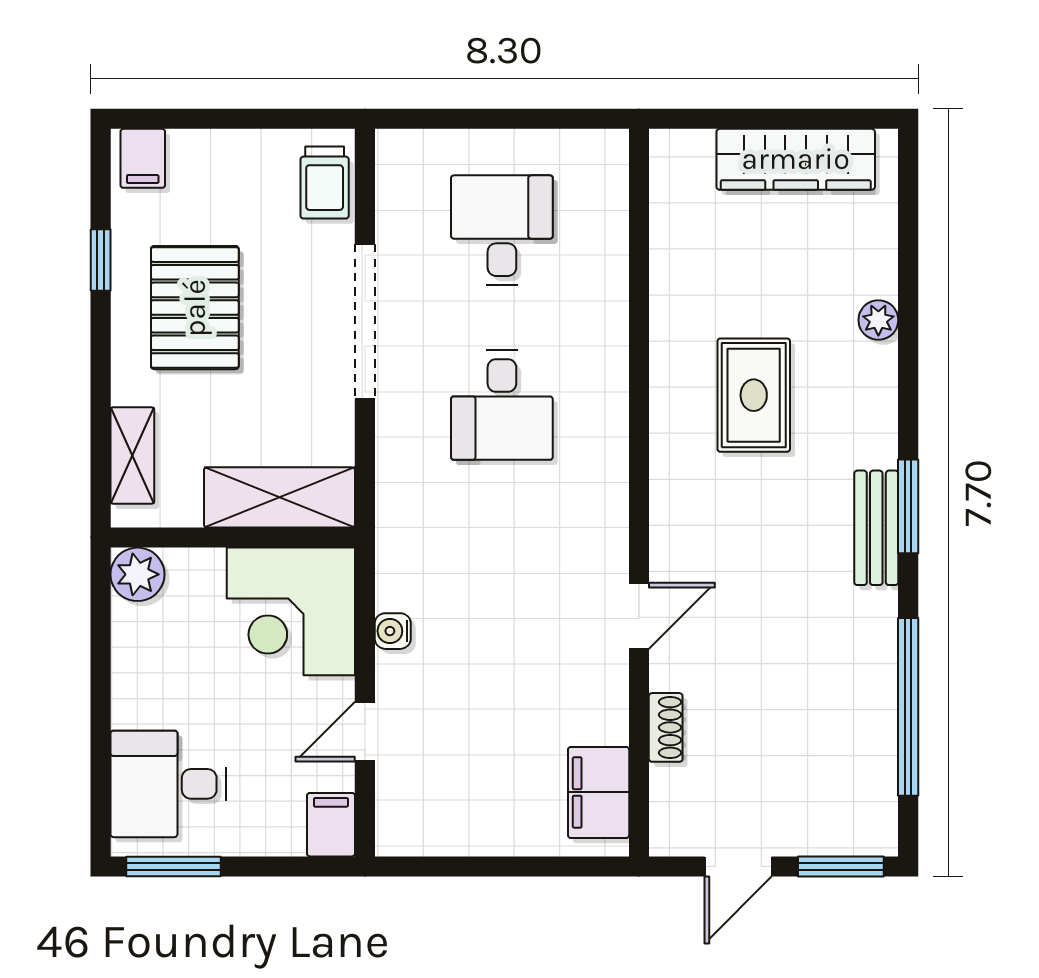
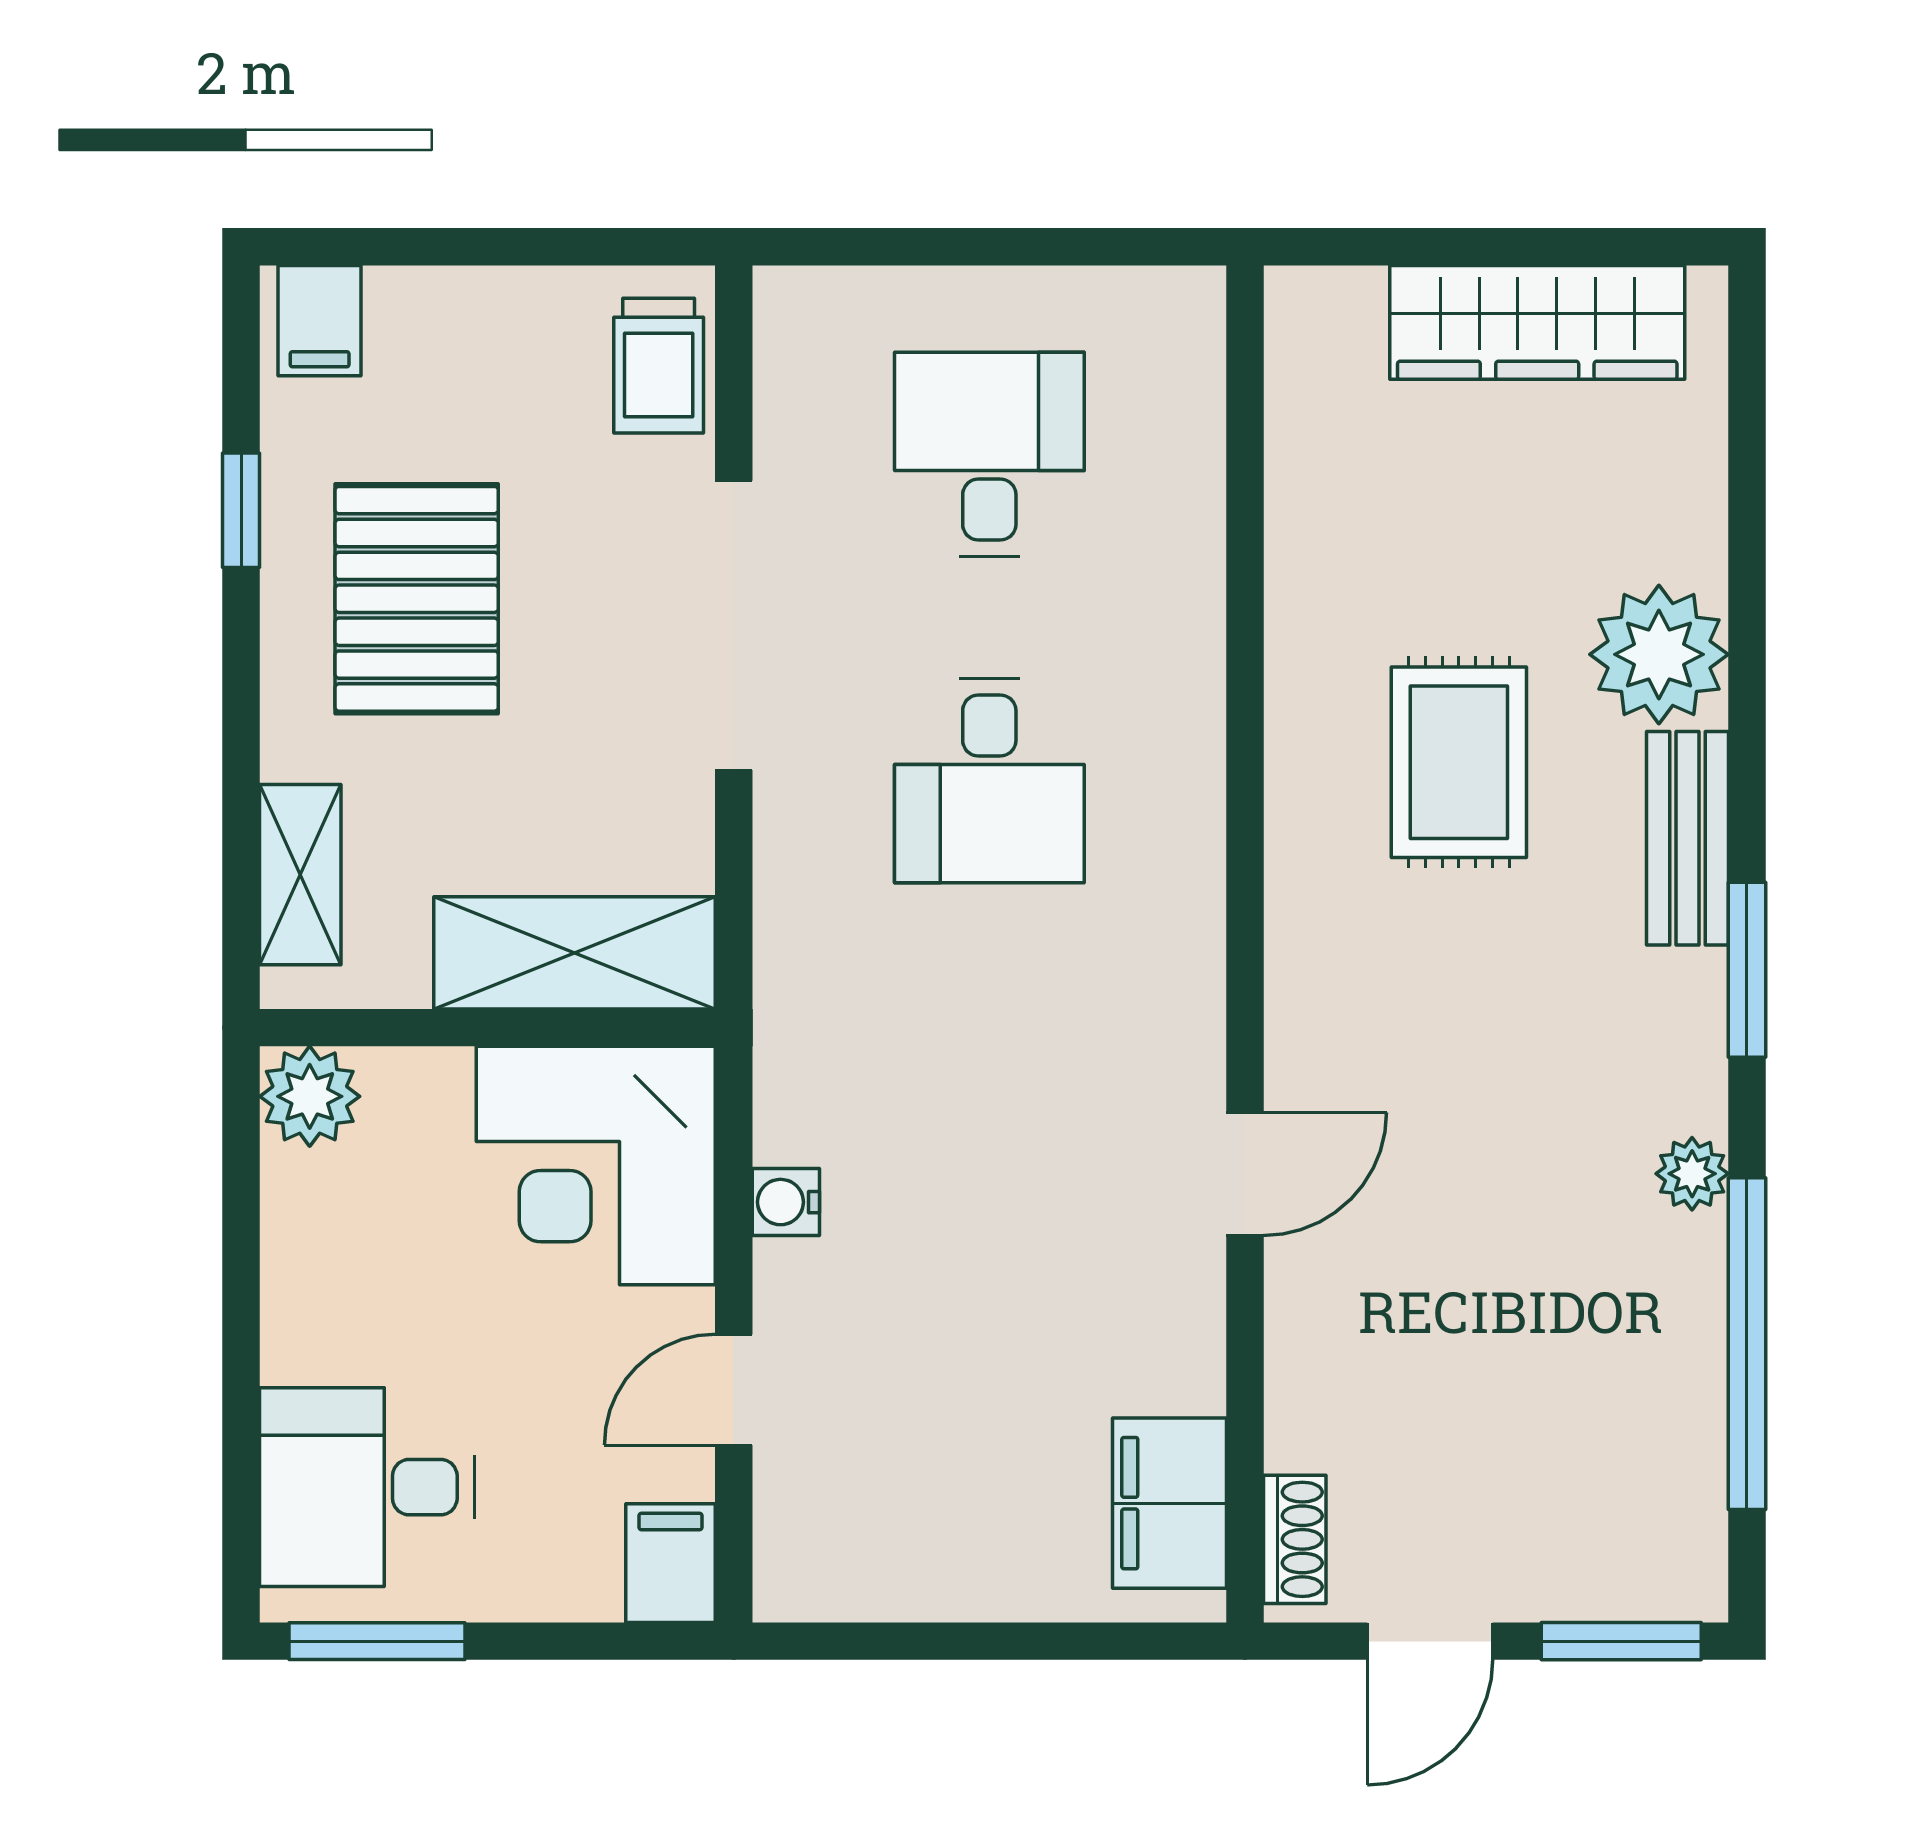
plant: (878, 320) -> (1659, 654), width x1.88, depth x1.88
bench: (876, 528) -> (1688, 838), moved
plant: (879, 616) -> (1692, 1174), added
shoe rack: (666, 727) -> (1295, 1539), moved

